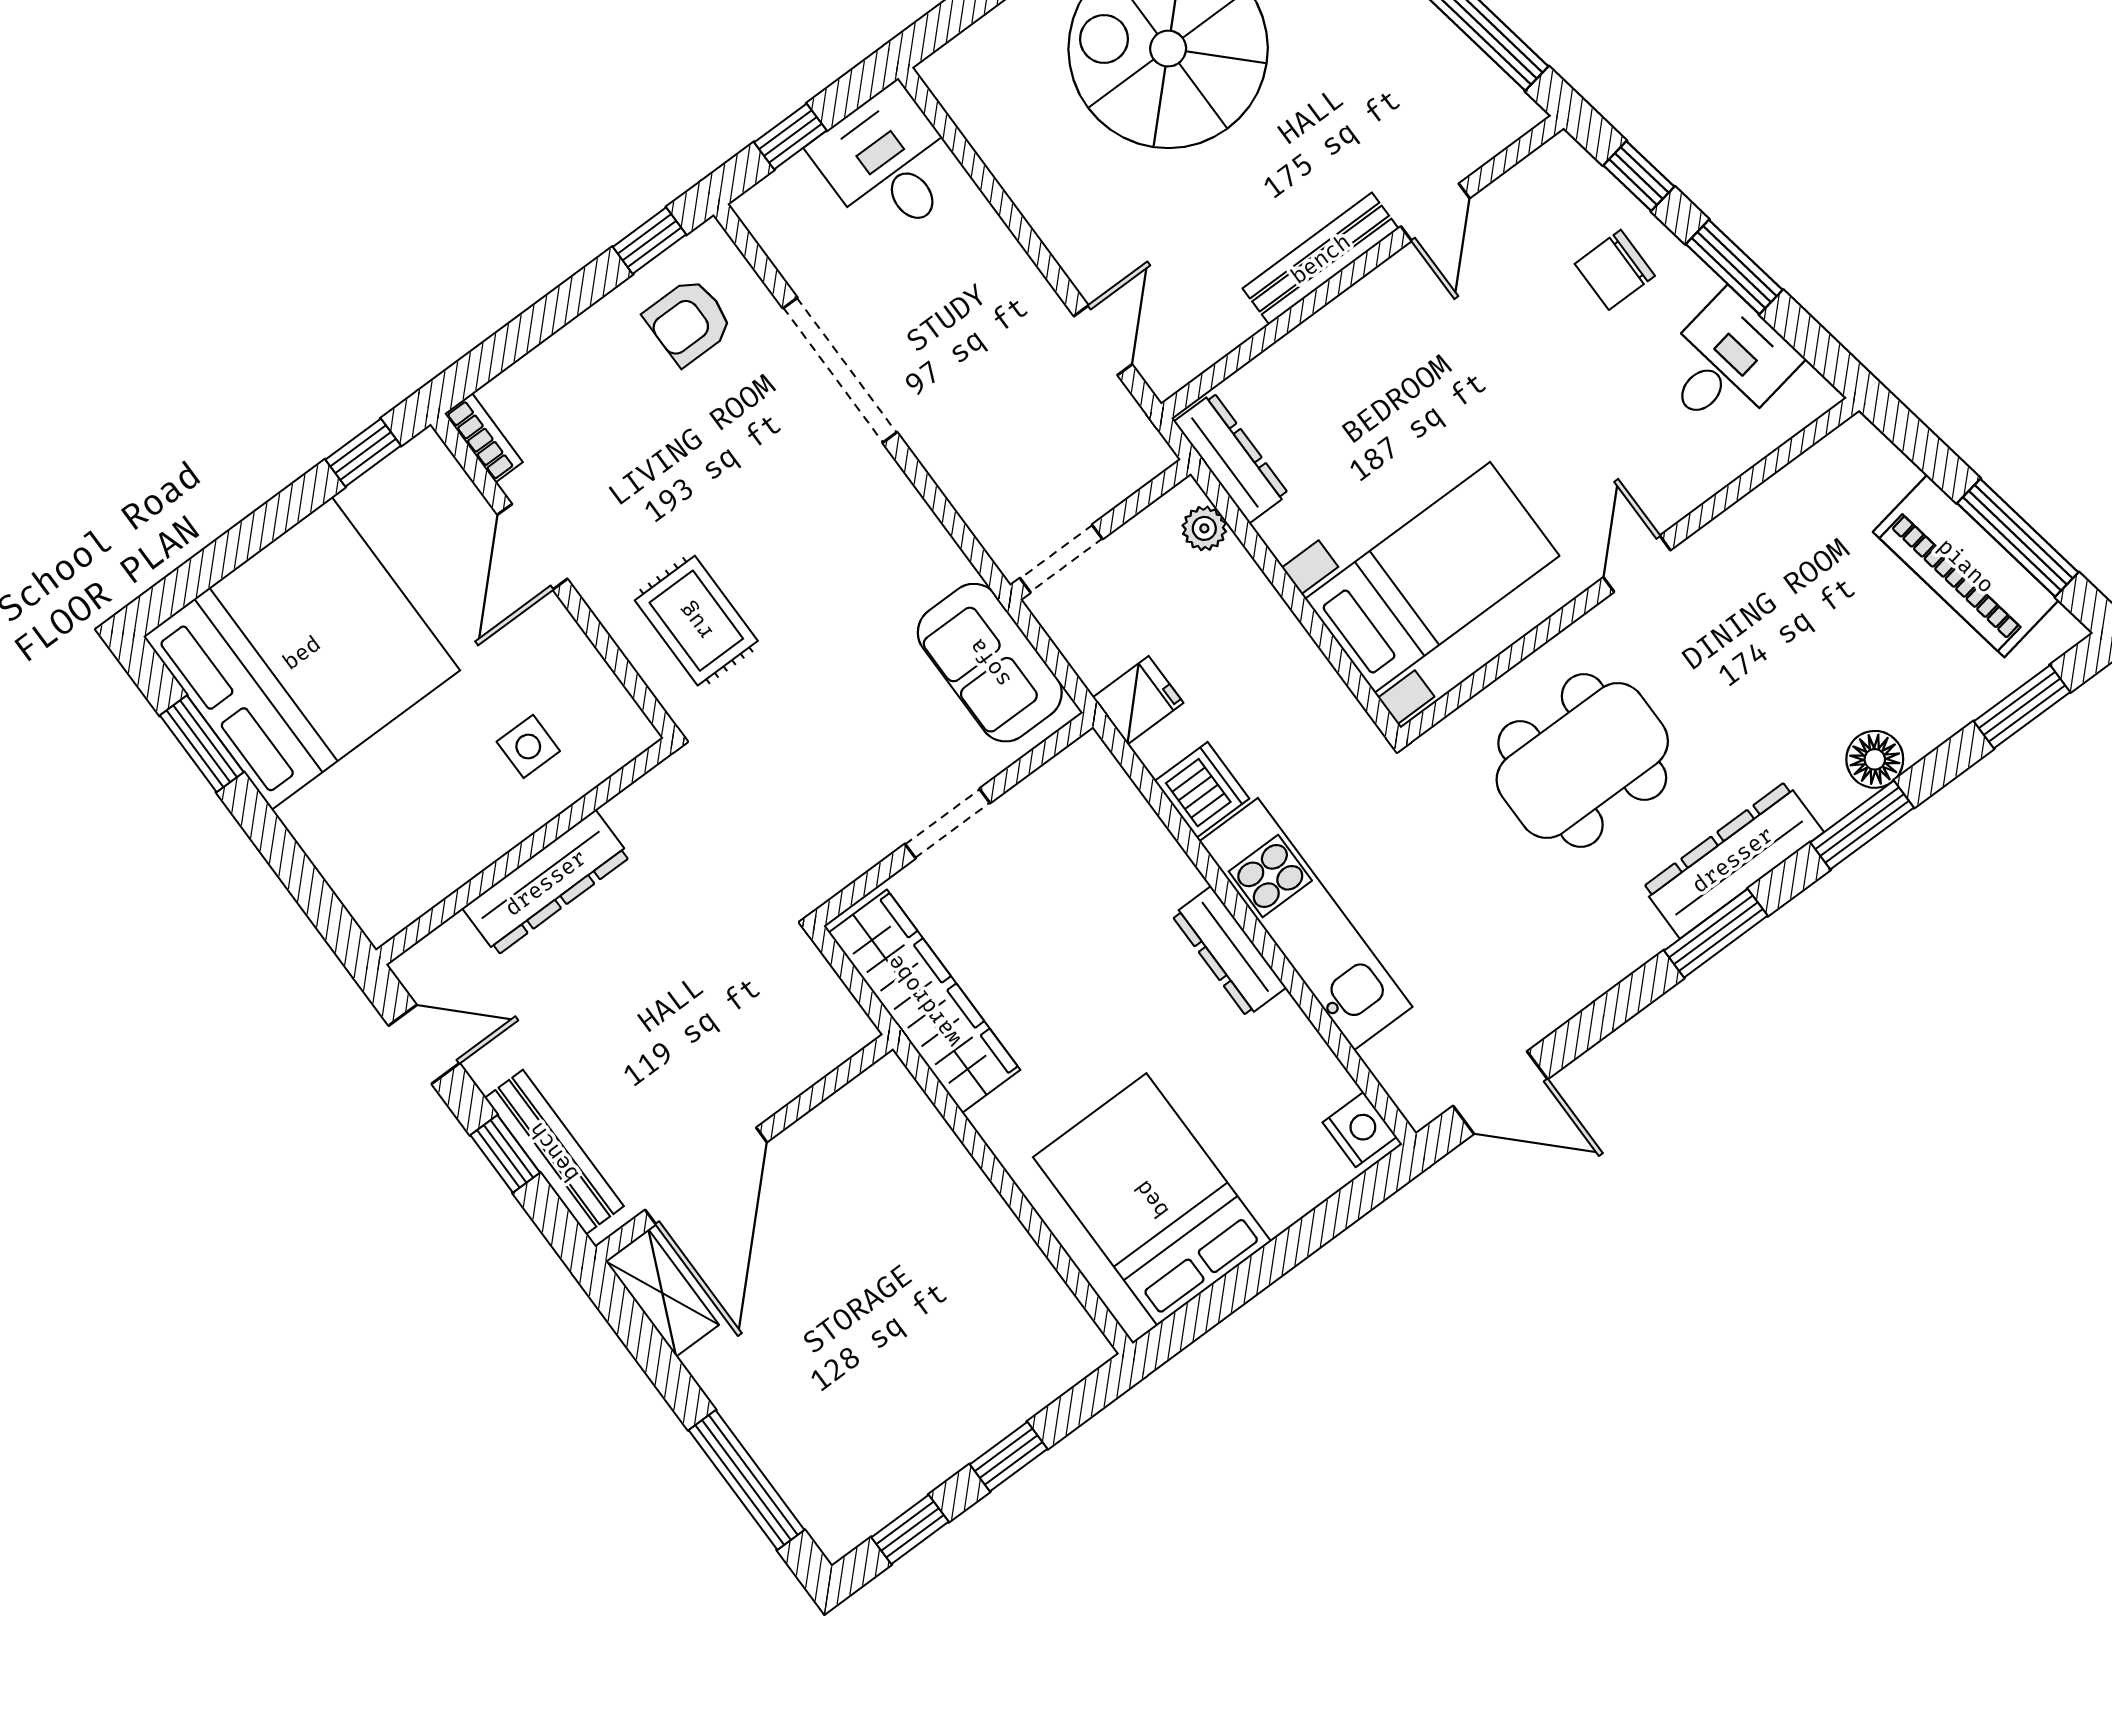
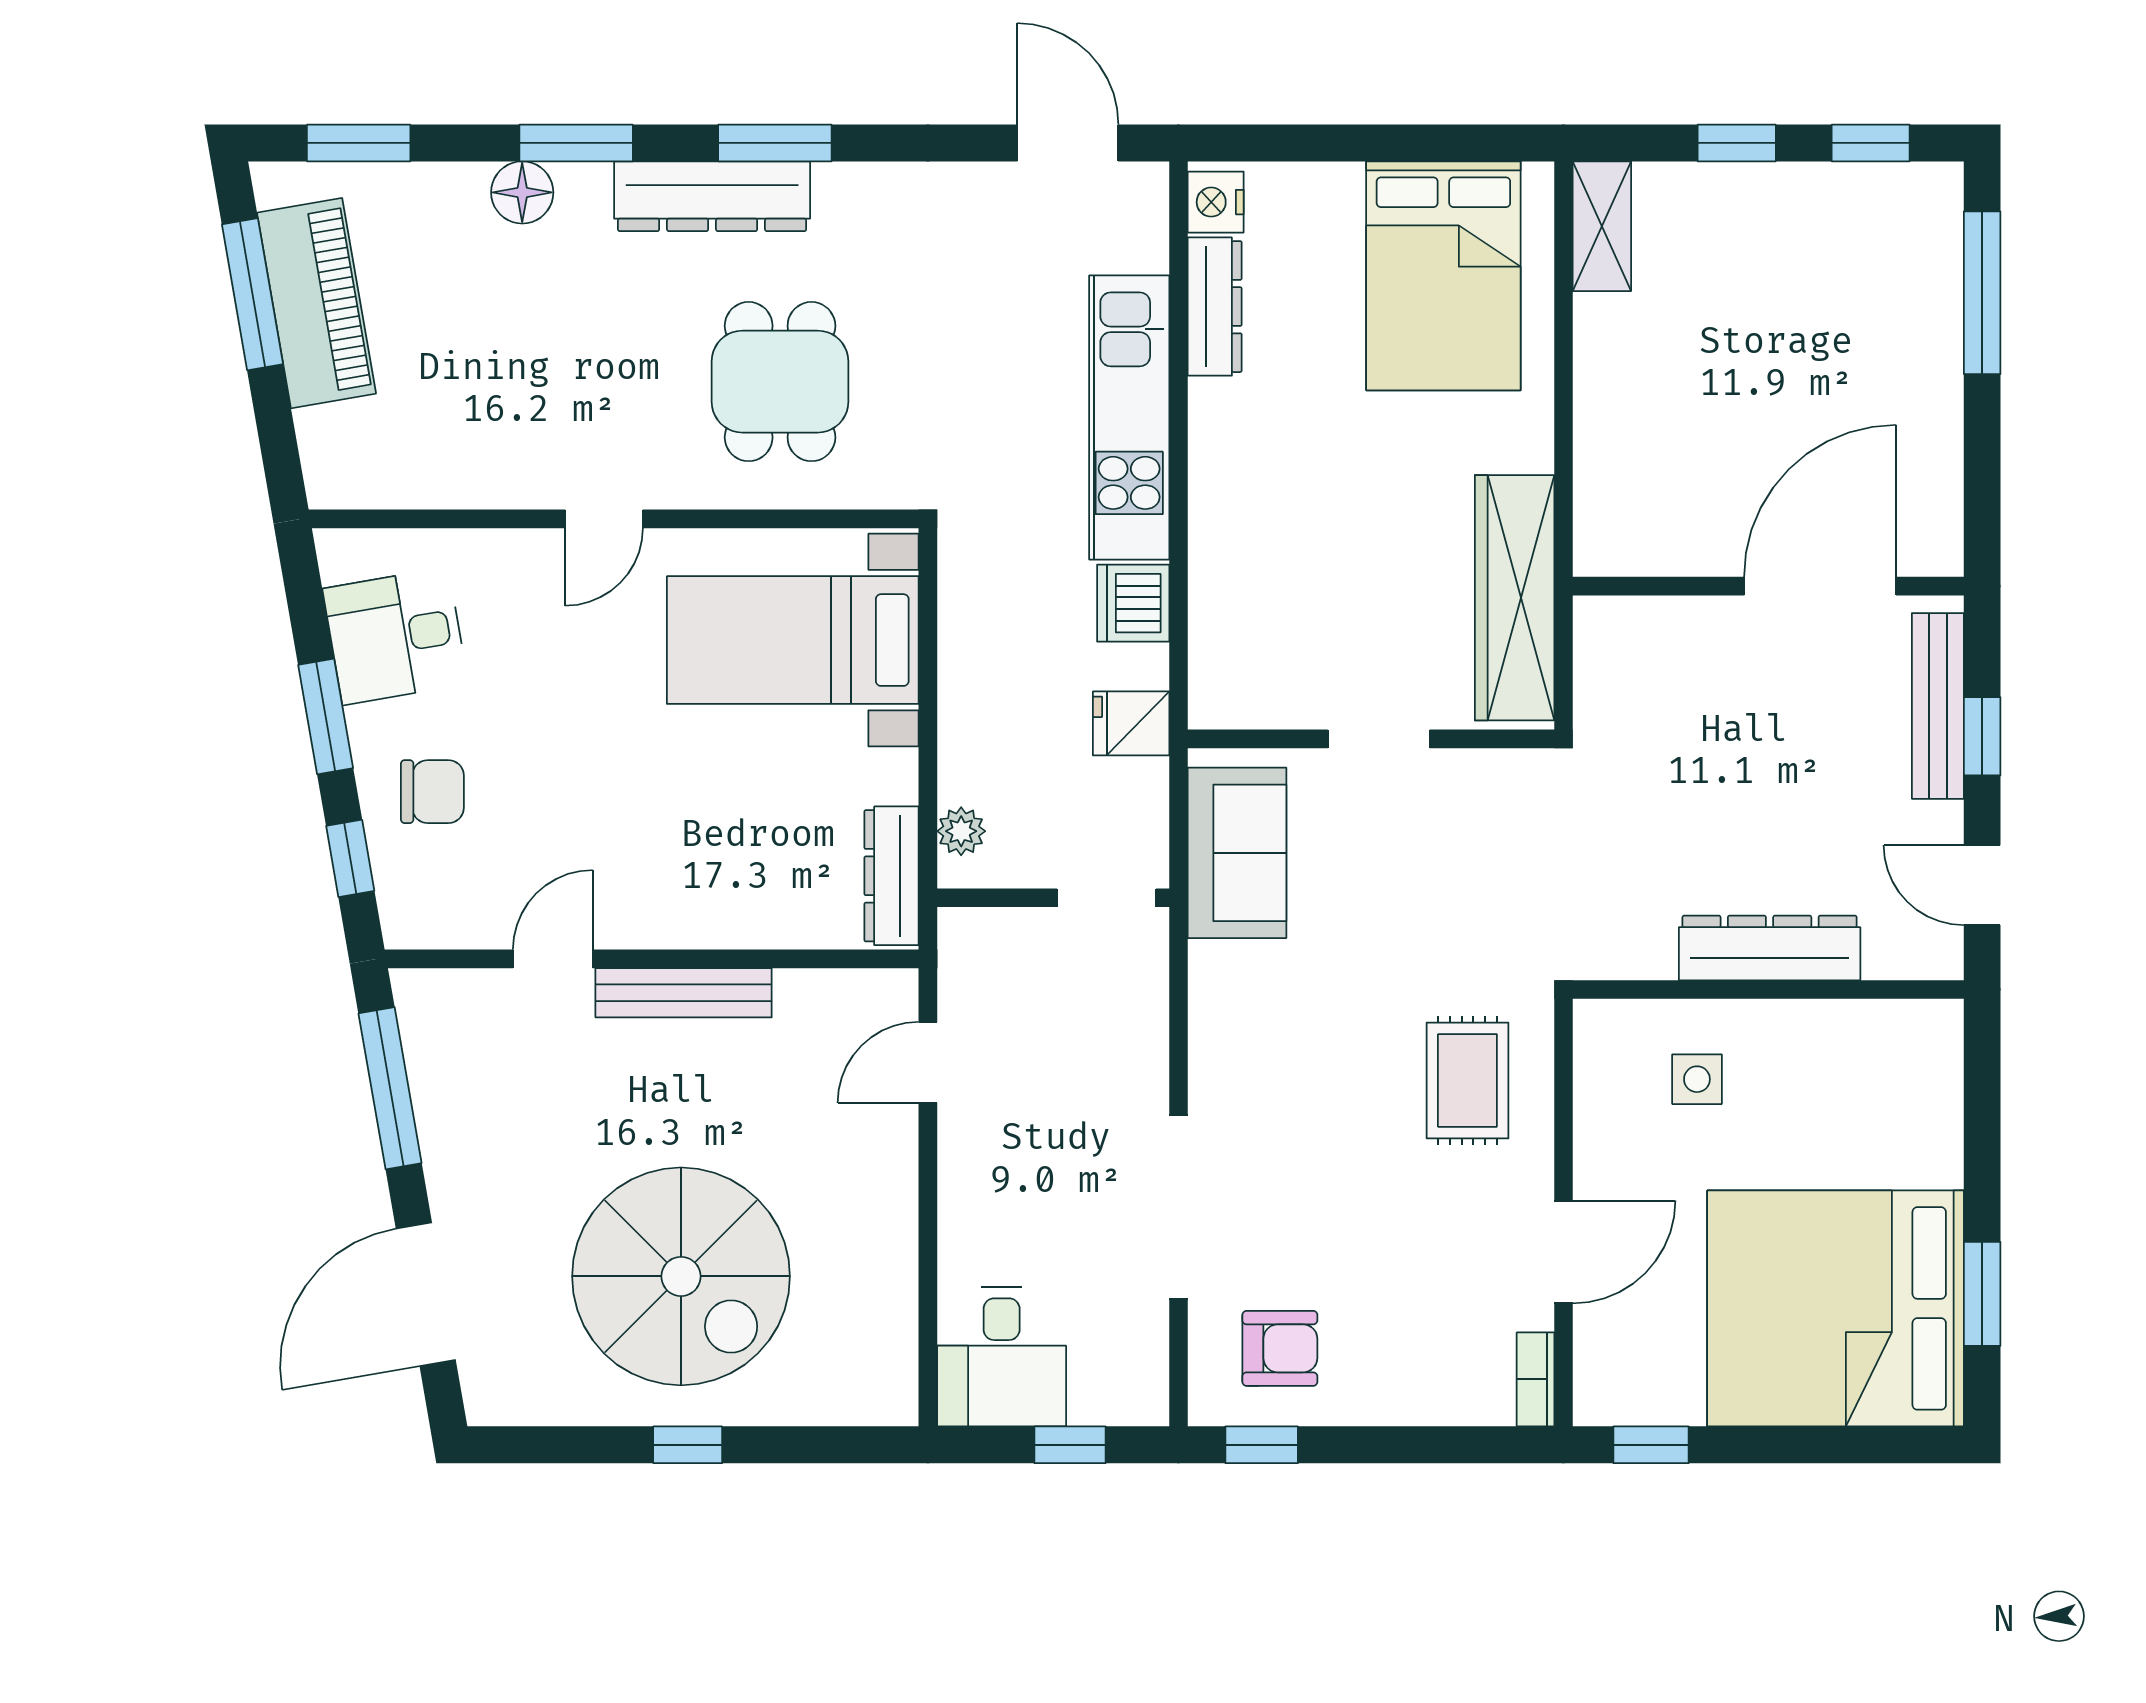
dining table: (1582, 761) -> (780, 382), width x0.73
dresser: (1229, 952) -> (1215, 307), moved
shelving: (662, 1293) -> (1602, 226), moved

